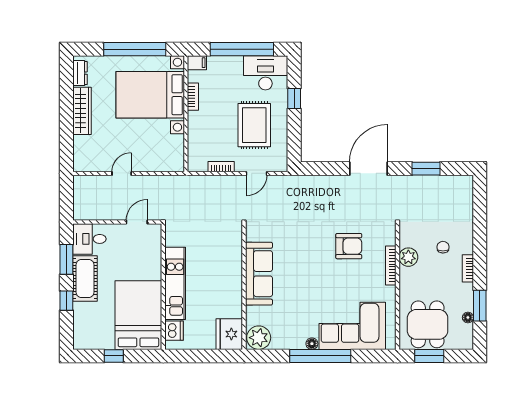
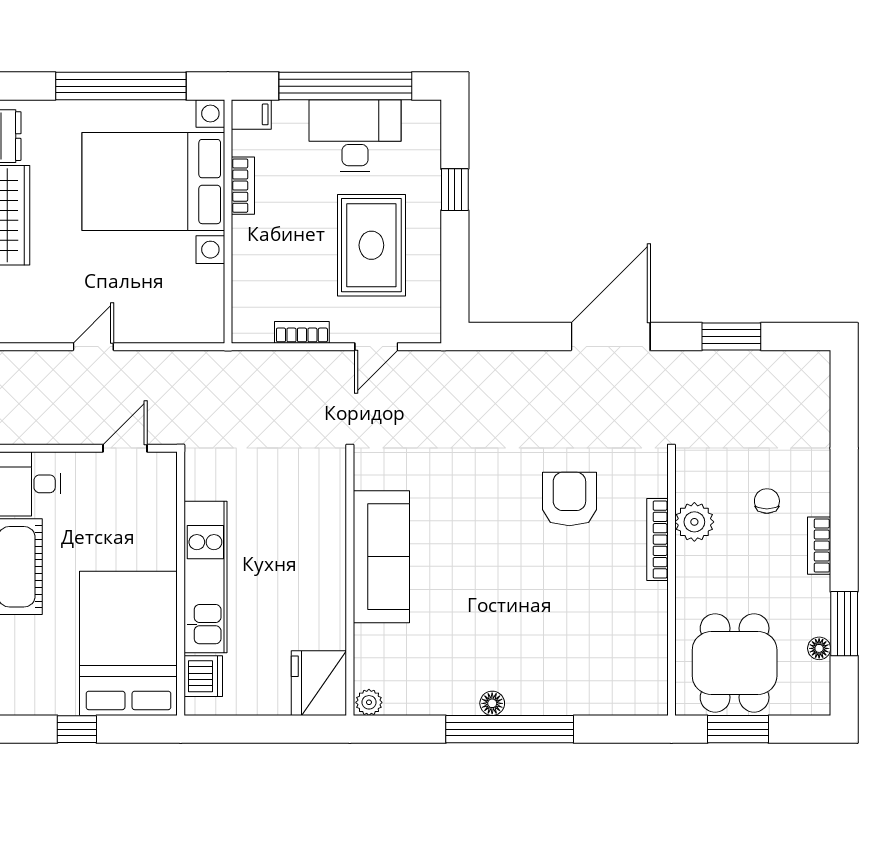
desk: (265, 73) -> (355, 136), moved
armchair: (349, 246) -> (569, 499), turned -90
corner sofa: (352, 326) -> (577, 666), removed
plant: (259, 338) -> (369, 702), width x0.53, depth x0.53

